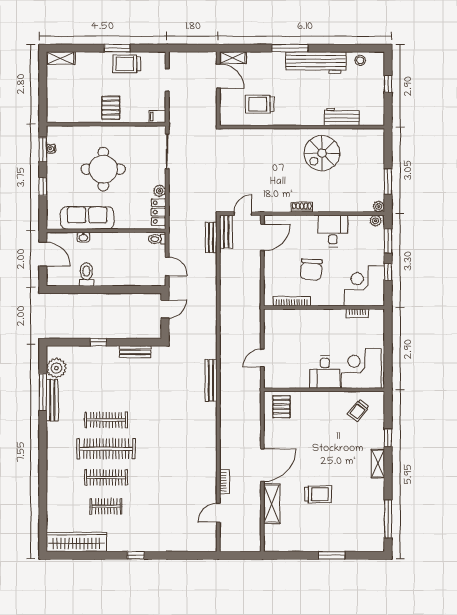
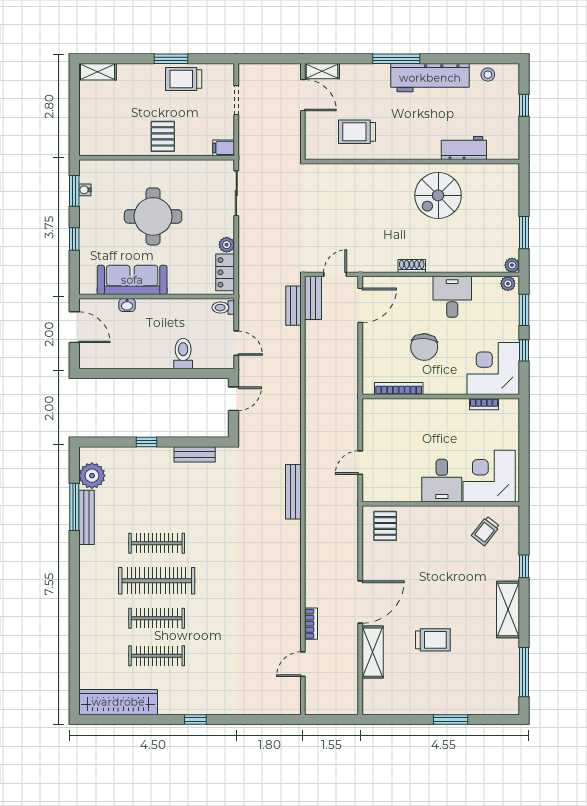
toilet: (86, 274) -> (183, 354), moved
shelving: (378, 464) -> (508, 610), width x1.50, depth x1.33
clothes rail: (106, 506) -> (157, 656), width x1.36

